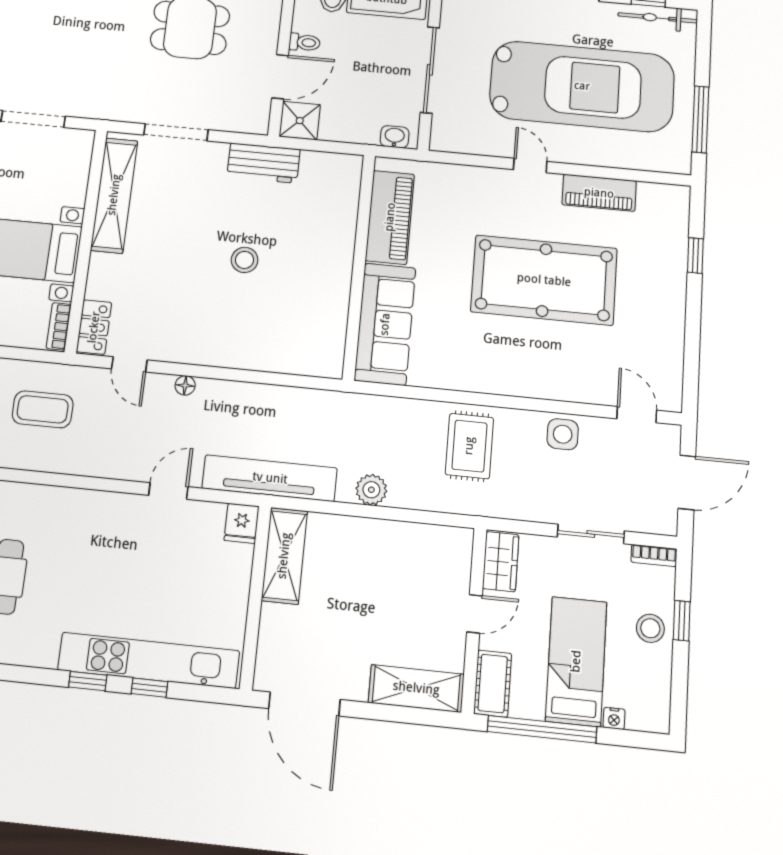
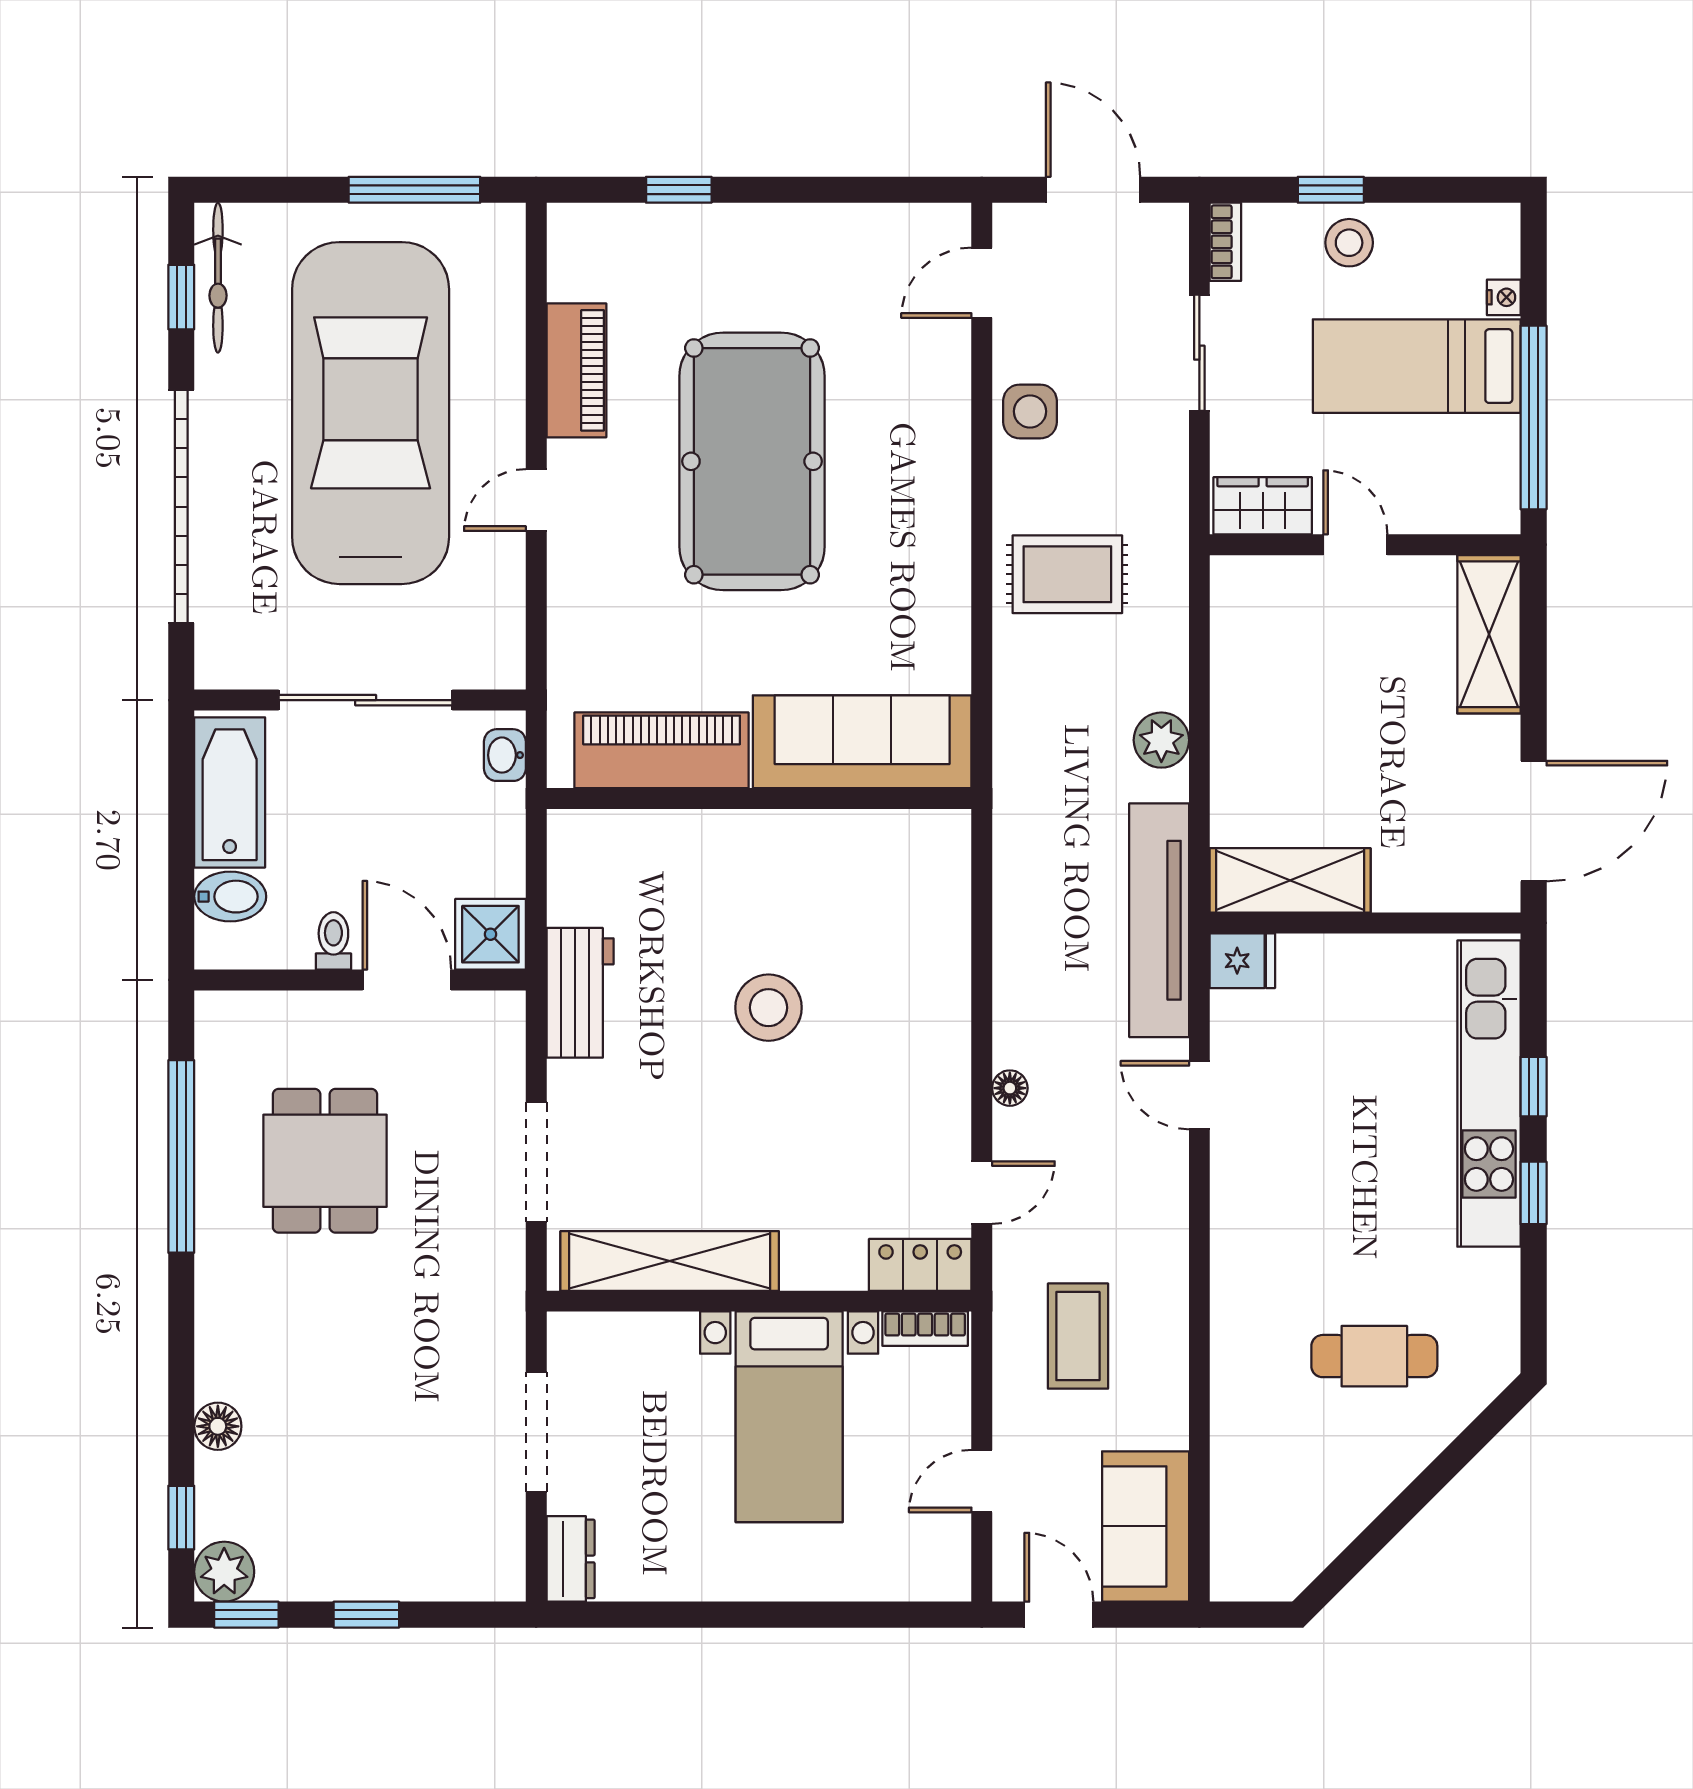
stool: (245, 260) -> (769, 1008), width x1.38, depth x1.38
cot: (493, 683) -> (1468, 506), removed

